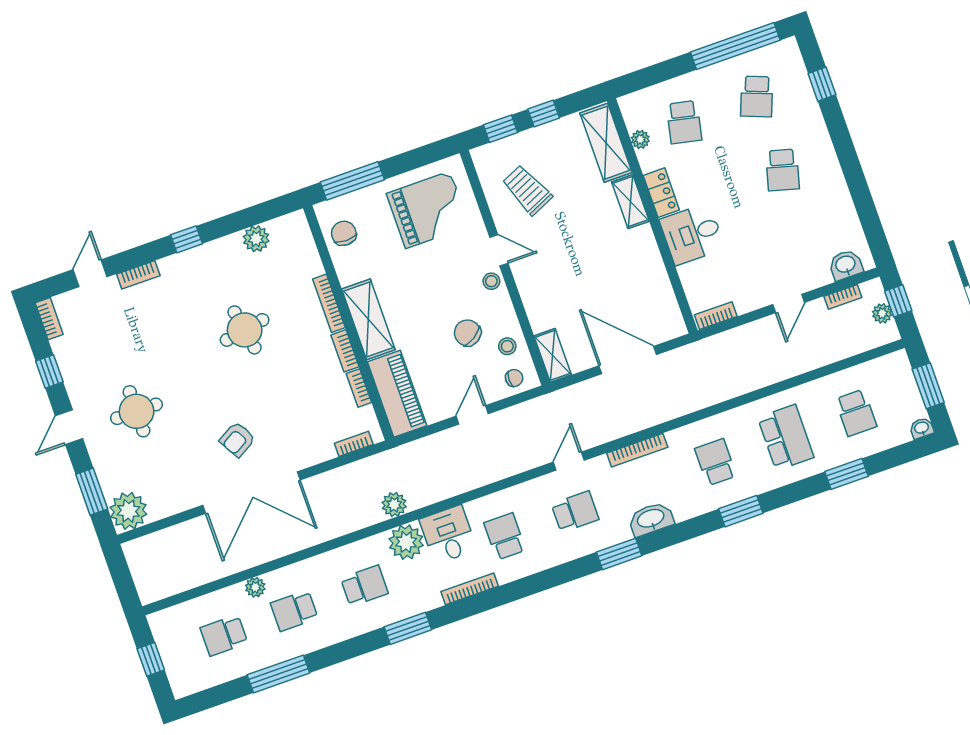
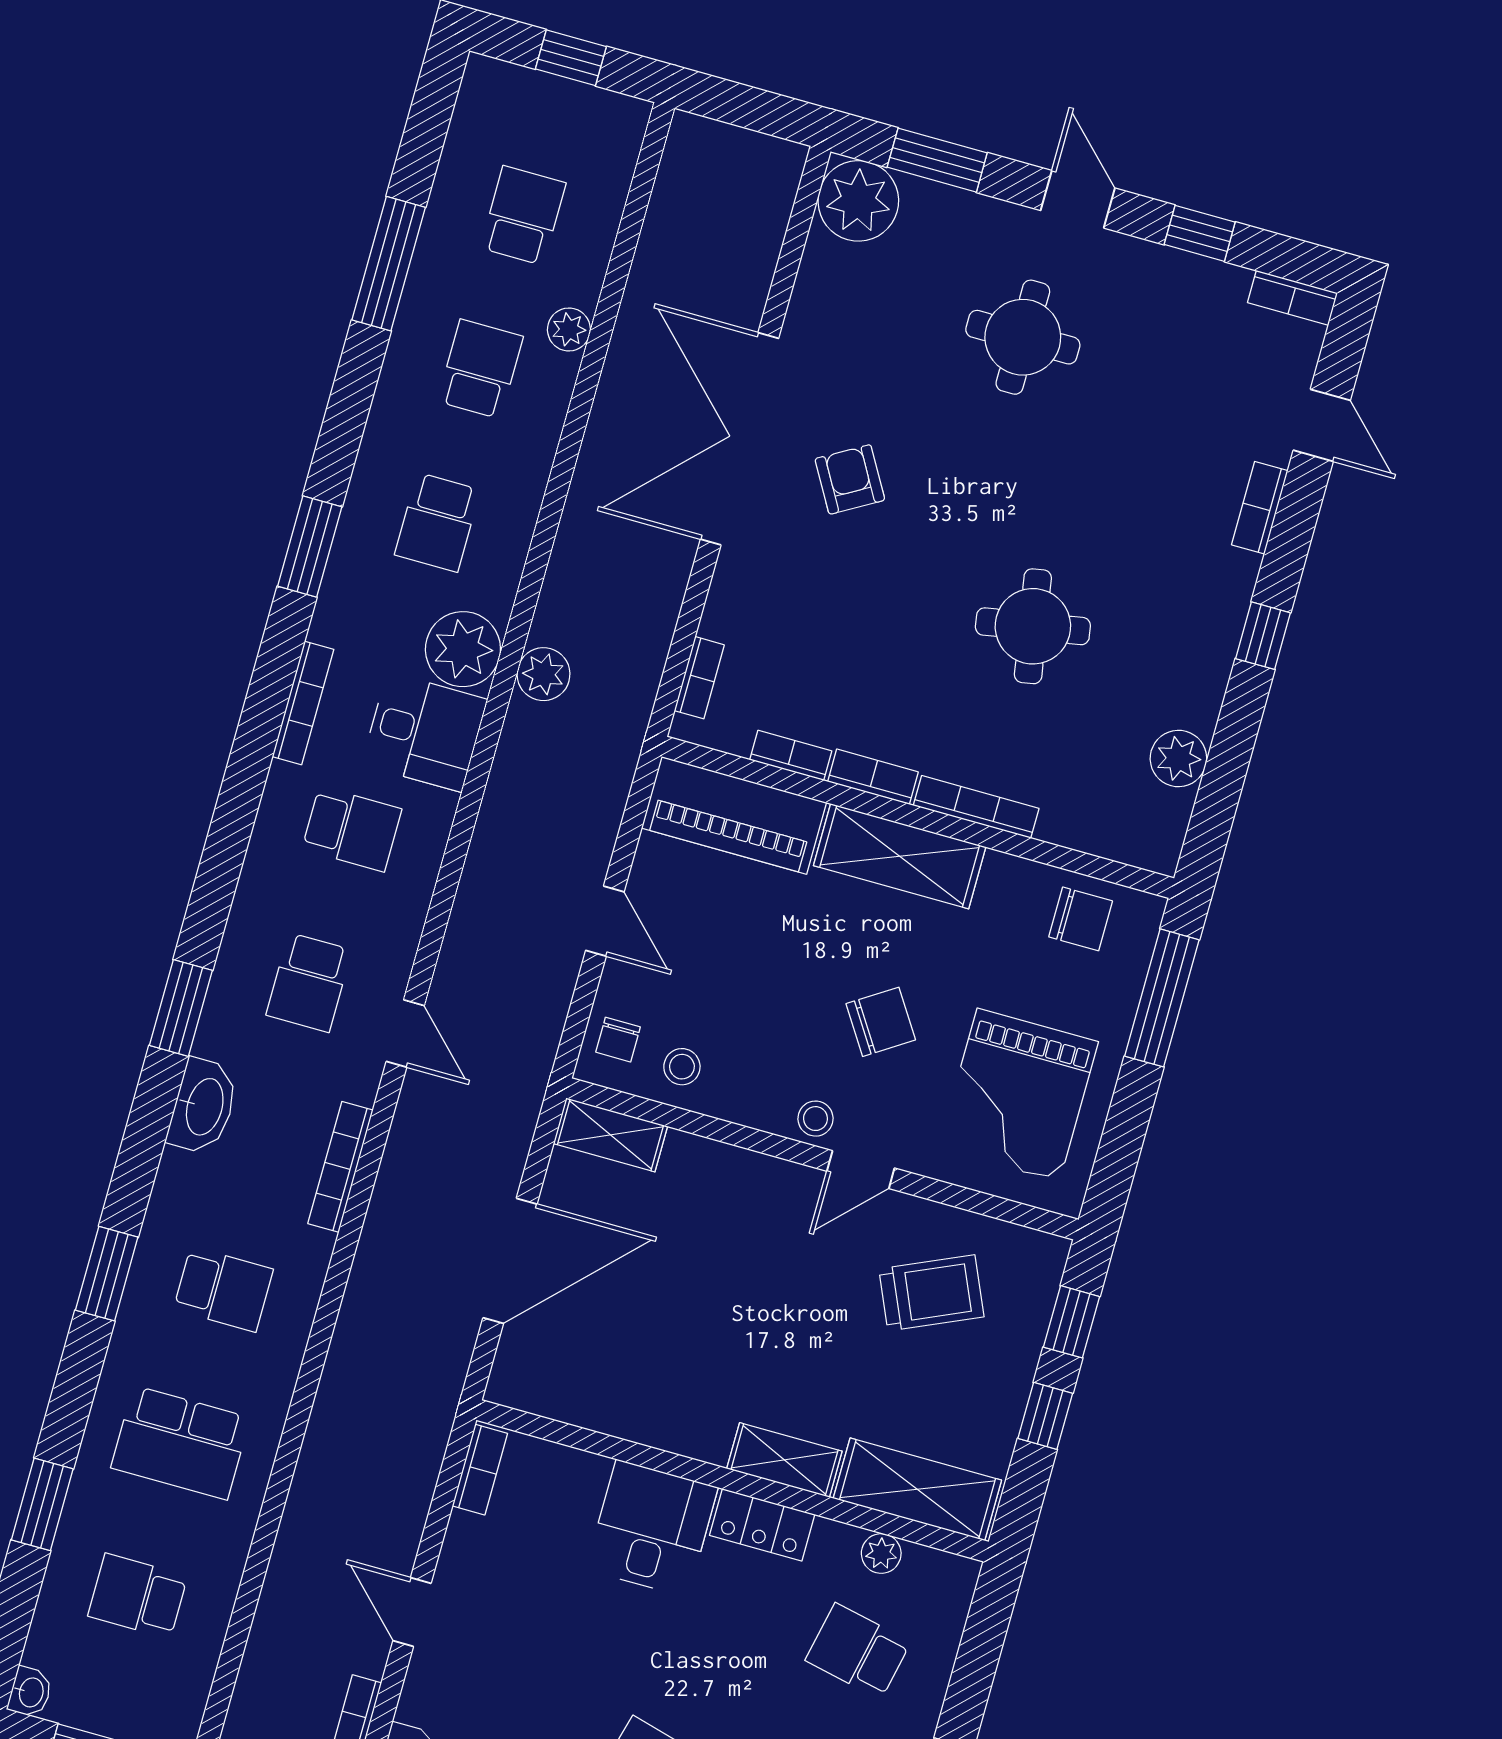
chair: (468, 333) -> (881, 1022), moved

